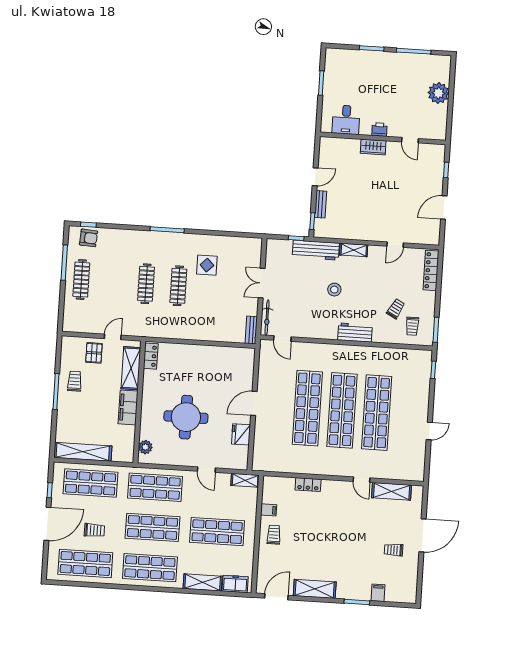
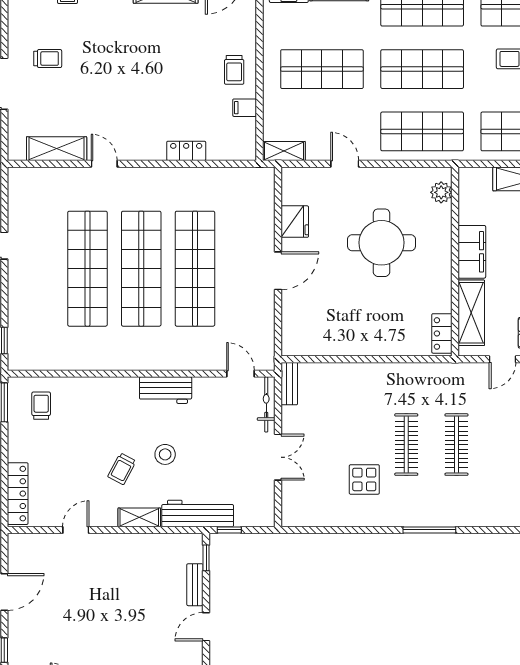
trolley: (396, 309) -> (122, 469), moved
workbench: (355, 333) -> (166, 390), moved

